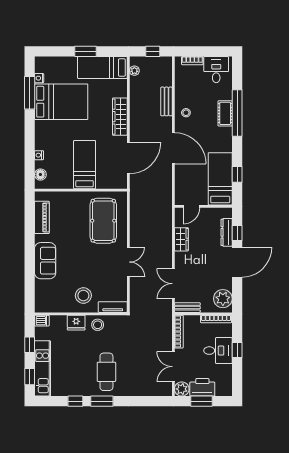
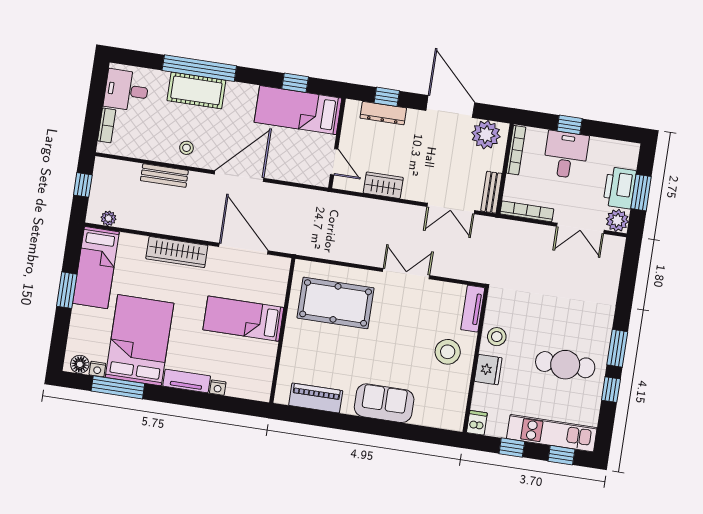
cot: (225, 113) -> (196, 90), width x1.37, depth x1.34
tv unit: (40, 135) -> (187, 381), added
floor lamp: (40, 175) -> (80, 364), moved
door: (237, 262) -> (450, 107), moved
cafe table: (106, 372) -> (565, 365), moved

